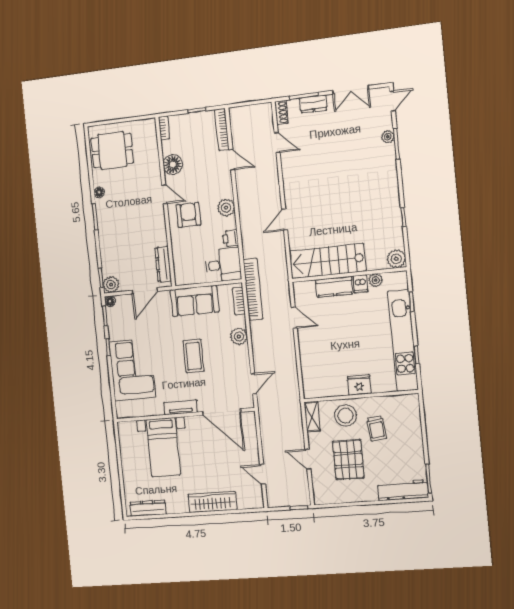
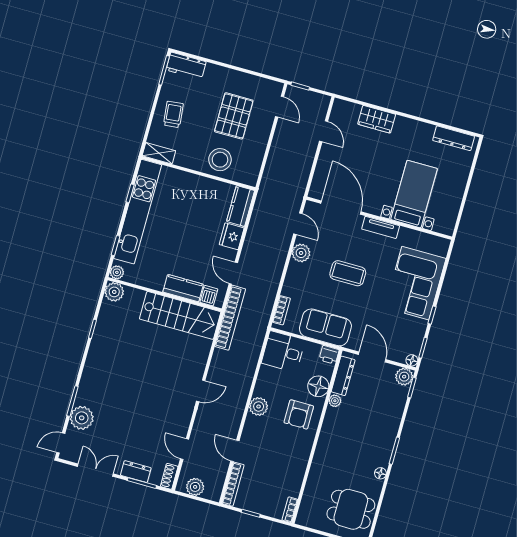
plant: (255, 113) -> (195, 487), added
plant: (388, 137) -> (82, 418), width x1.87, depth x1.87
floor lamp: (173, 164) -> (318, 386), moved
door: (165, 194) -> (315, 444), removed
door: (285, 220) -> (201, 391), moved
printer: (231, 238) -> (329, 355), moved, turned 90
plant: (162, 240) -> (335, 401), added
plant: (376, 280) -> (117, 272), moved
dishwasher: (360, 284) -> (209, 296), moved
bookcase: (253, 289) -> (230, 318), moved, turned 180
door: (145, 291) -> (372, 357), hinge flipped
plant: (239, 337) -> (301, 253), moved
coffee table: (193, 356) -> (348, 273), turned 90
kitchen counter: (311, 380) -> (241, 206), added
door: (254, 384) -> (298, 224), swing flipped
fridge: (359, 385) -> (232, 236), moved, turned 90
shelving: (312, 417) -> (159, 153), moved, turned 90
trolley: (377, 428) -> (173, 114), moved
door: (308, 459) -> (280, 107), moved
workbench: (403, 490) -> (186, 66), width x0.73
wardrobe: (212, 502) -> (377, 119), width x0.67

